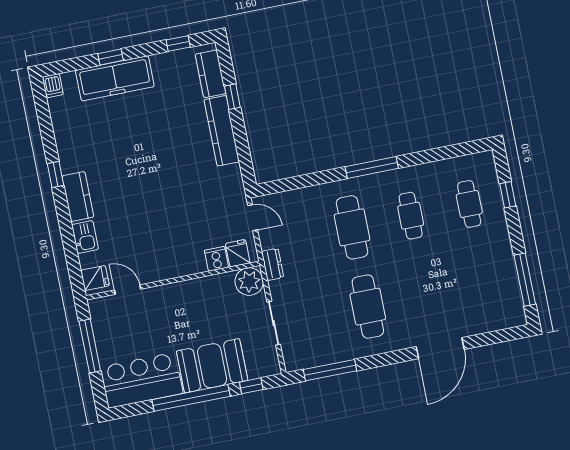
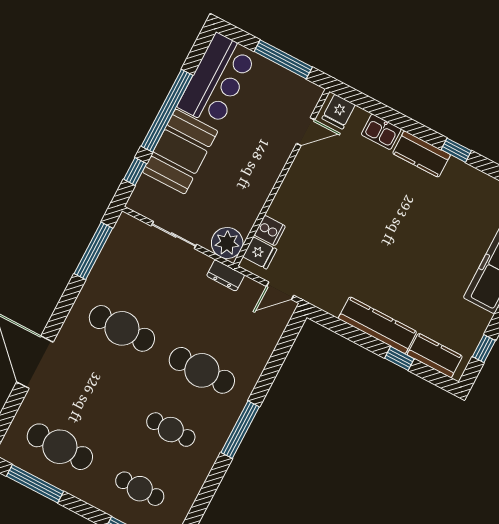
cafe table: (485, 283) -> (60, 447), added

